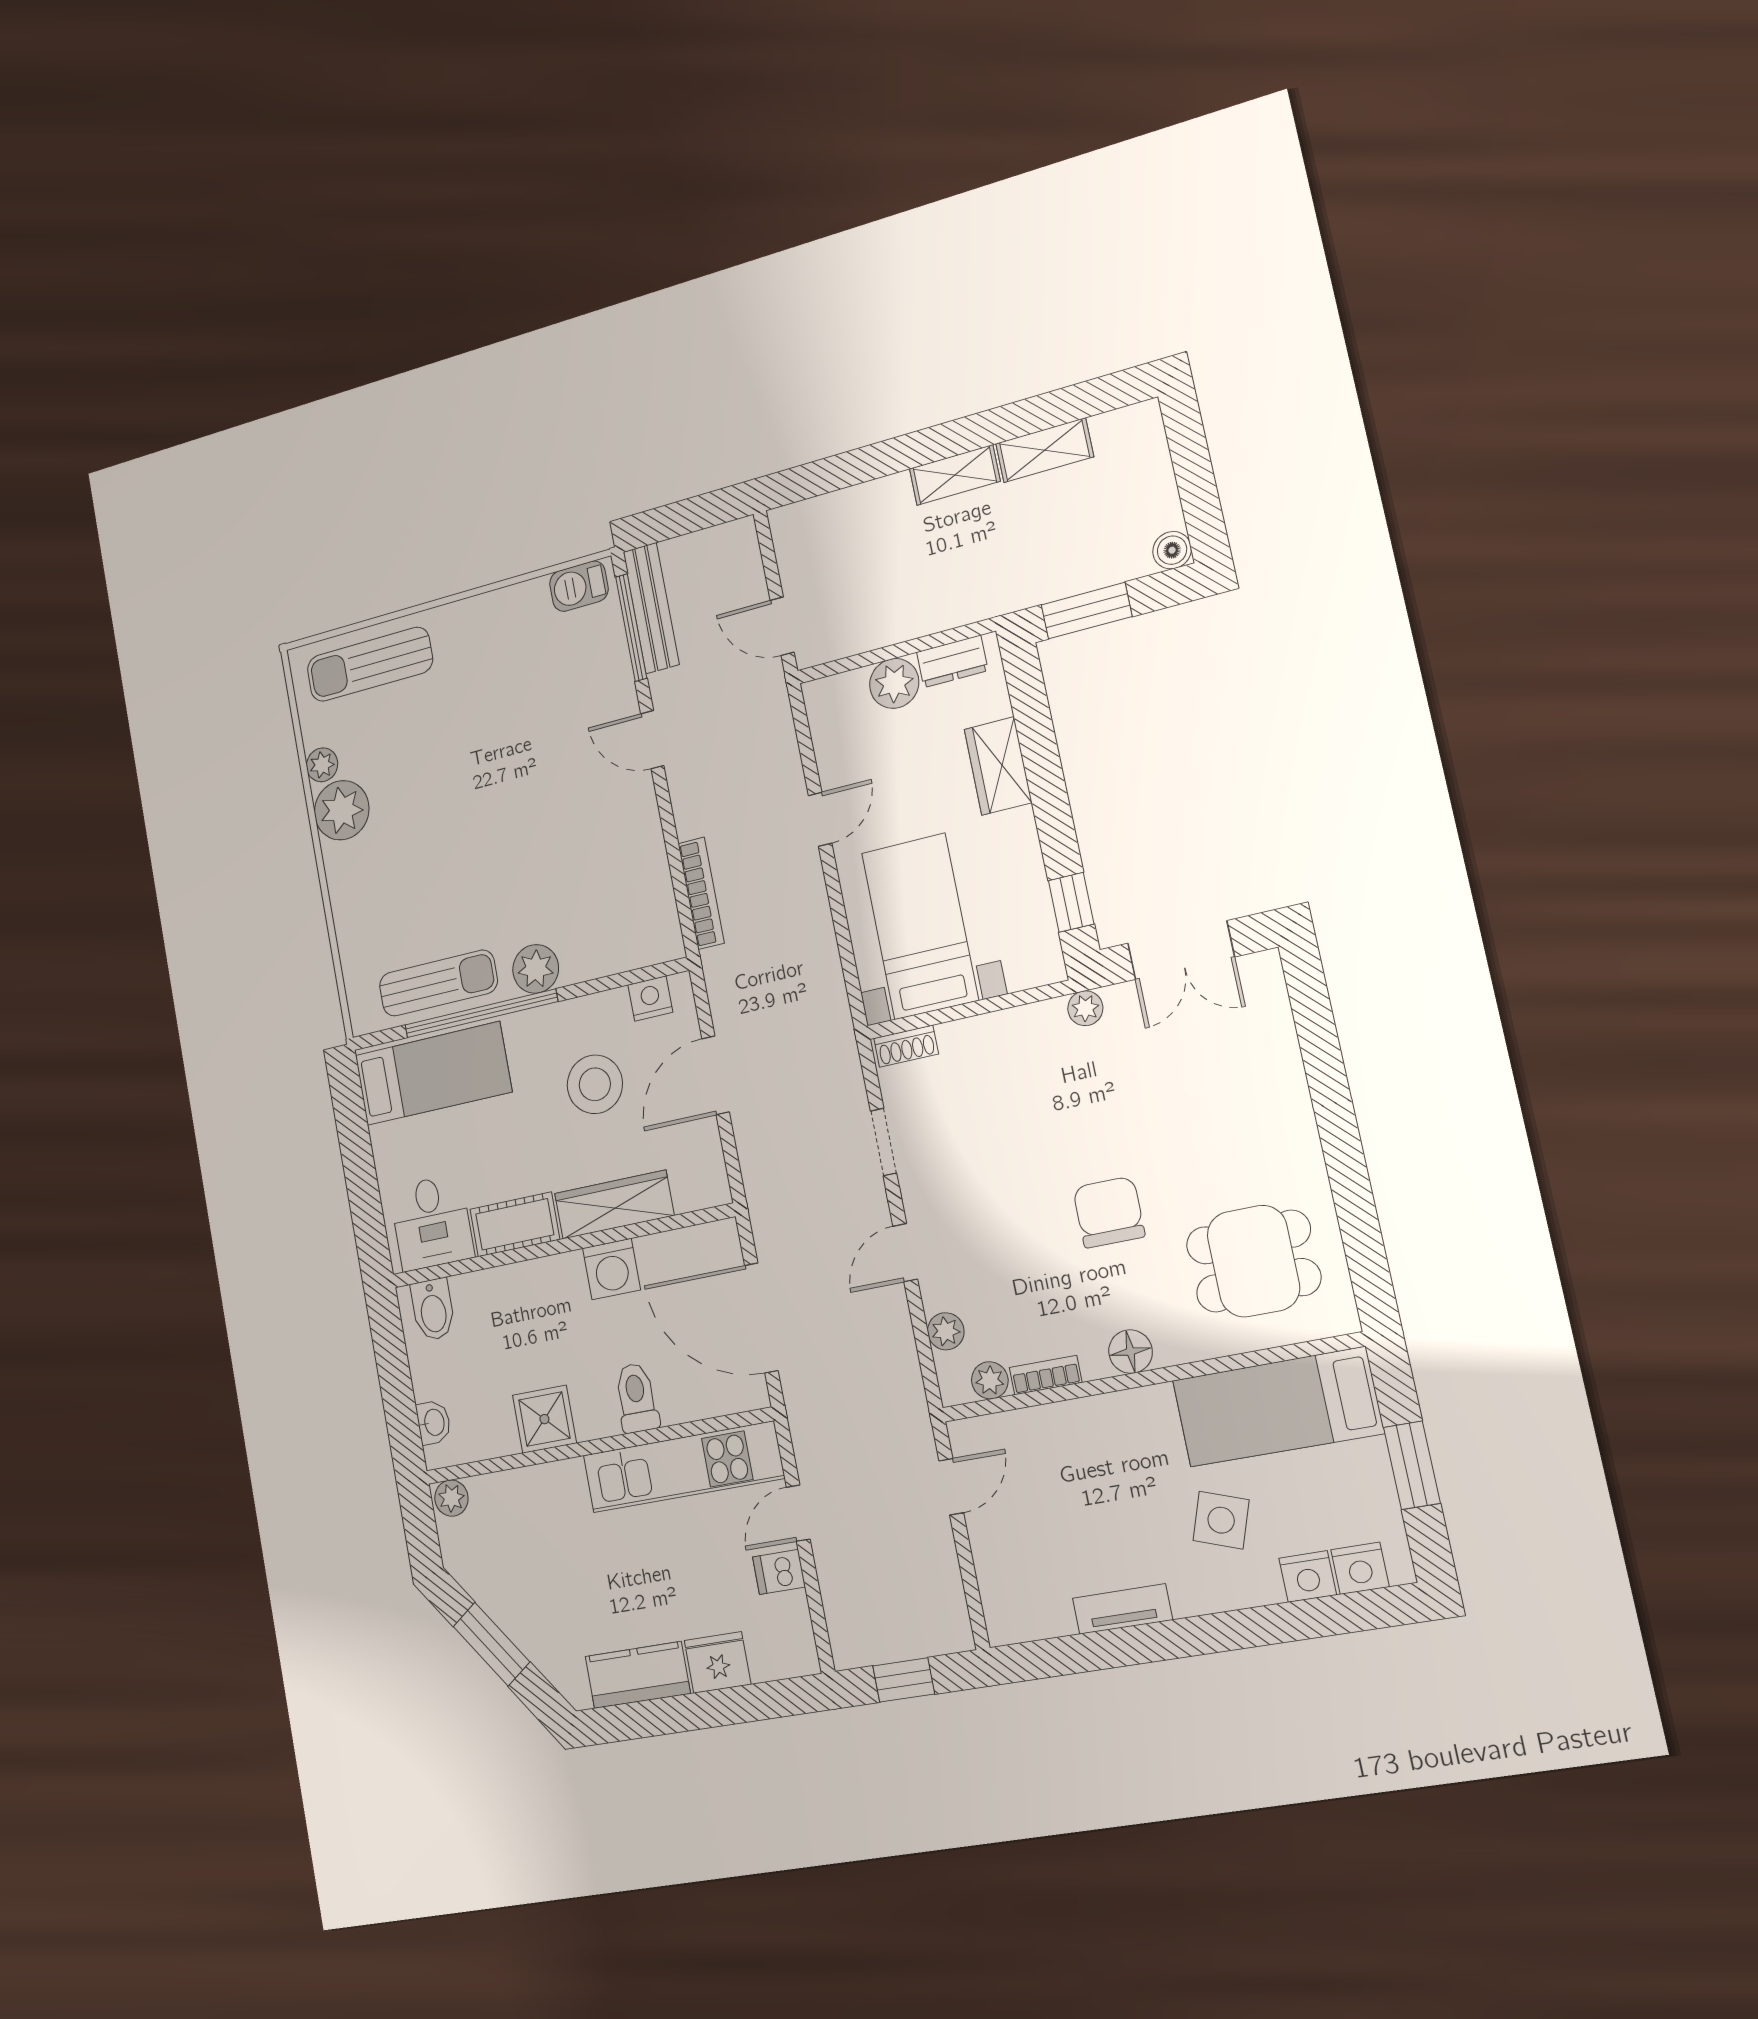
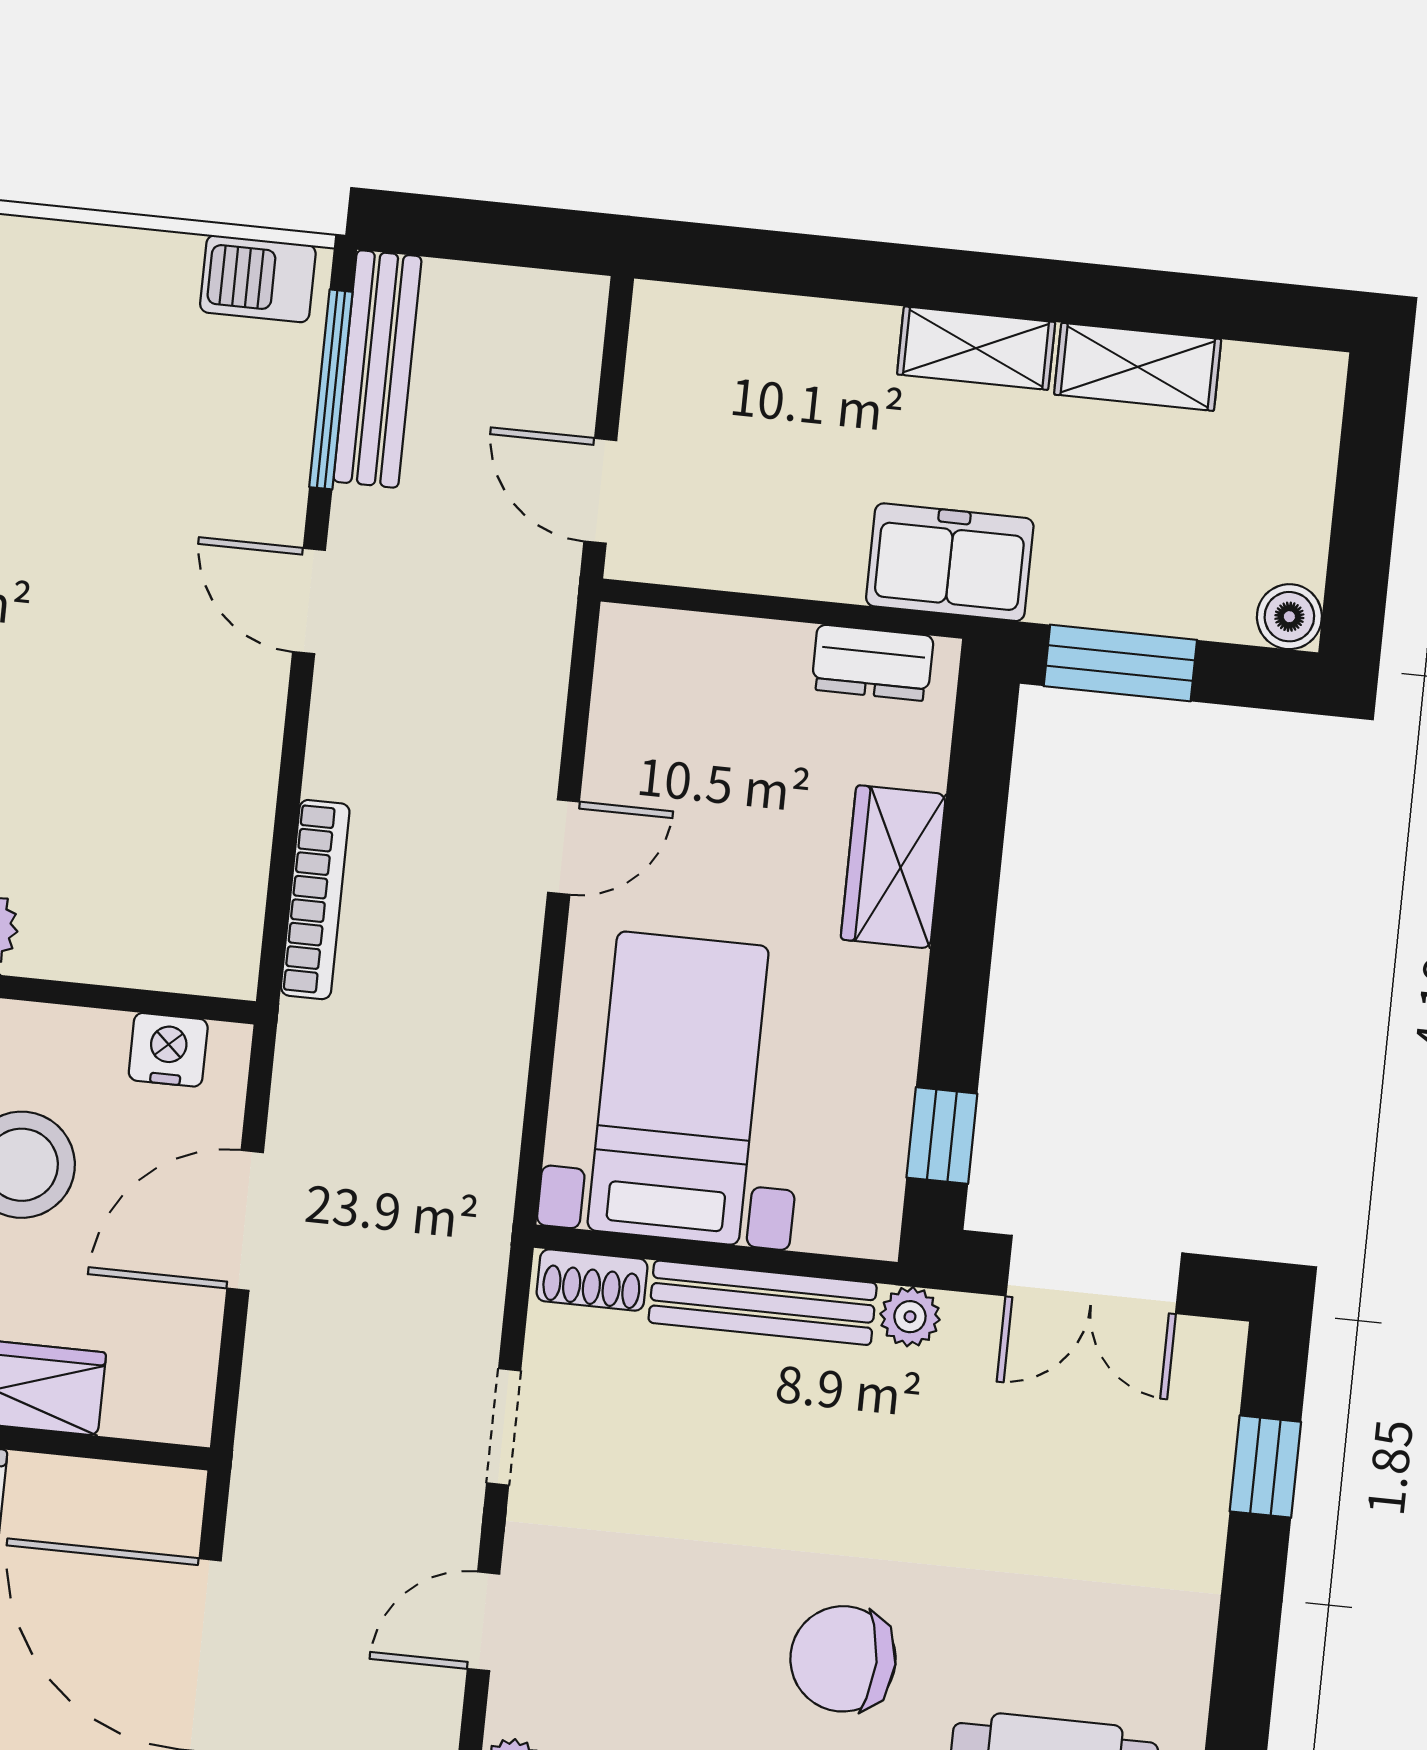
freezer: (977, 592) -> (950, 562), added
plant: (894, 683) -> (763, 663), removed
window: (1315, 1026) -> (1265, 1467), added
bench: (1002, 1028) -> (763, 1303), added
chair: (1109, 1212) -> (843, 1659), turned -90

